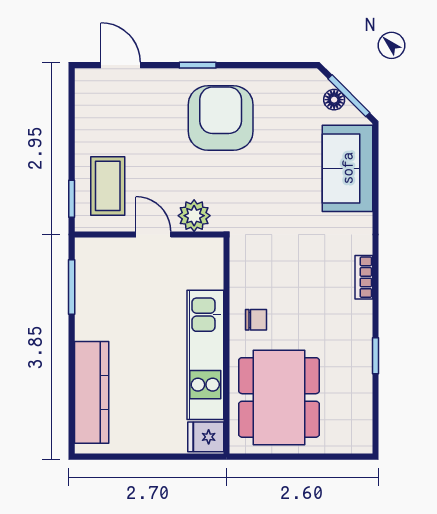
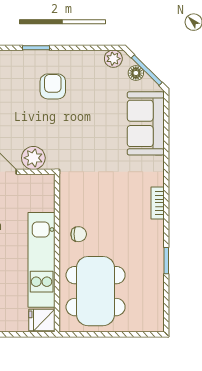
plant: (303, 80) -> (113, 59), added
armchair: (221, 118) -> (53, 86), width x0.53, depth x0.53

